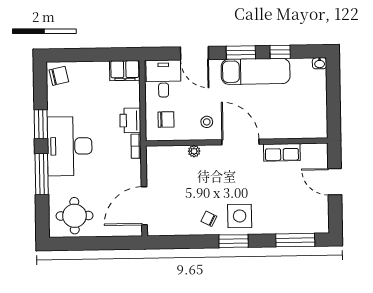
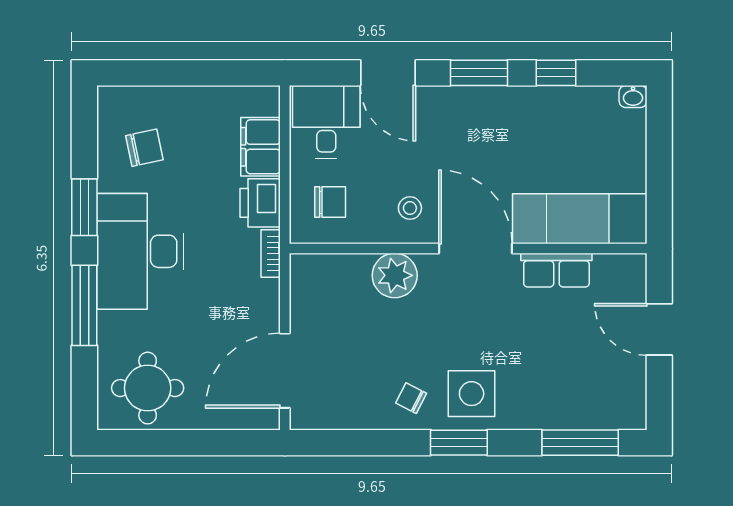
filing cabinet: (125, 71) -> (261, 147), moved, turned 90
exam couch: (256, 71) -> (580, 219), moved, turned 180
chair: (59, 76) -> (144, 148), moved
plant: (194, 151) -> (395, 275), width x1.88, depth x1.88

